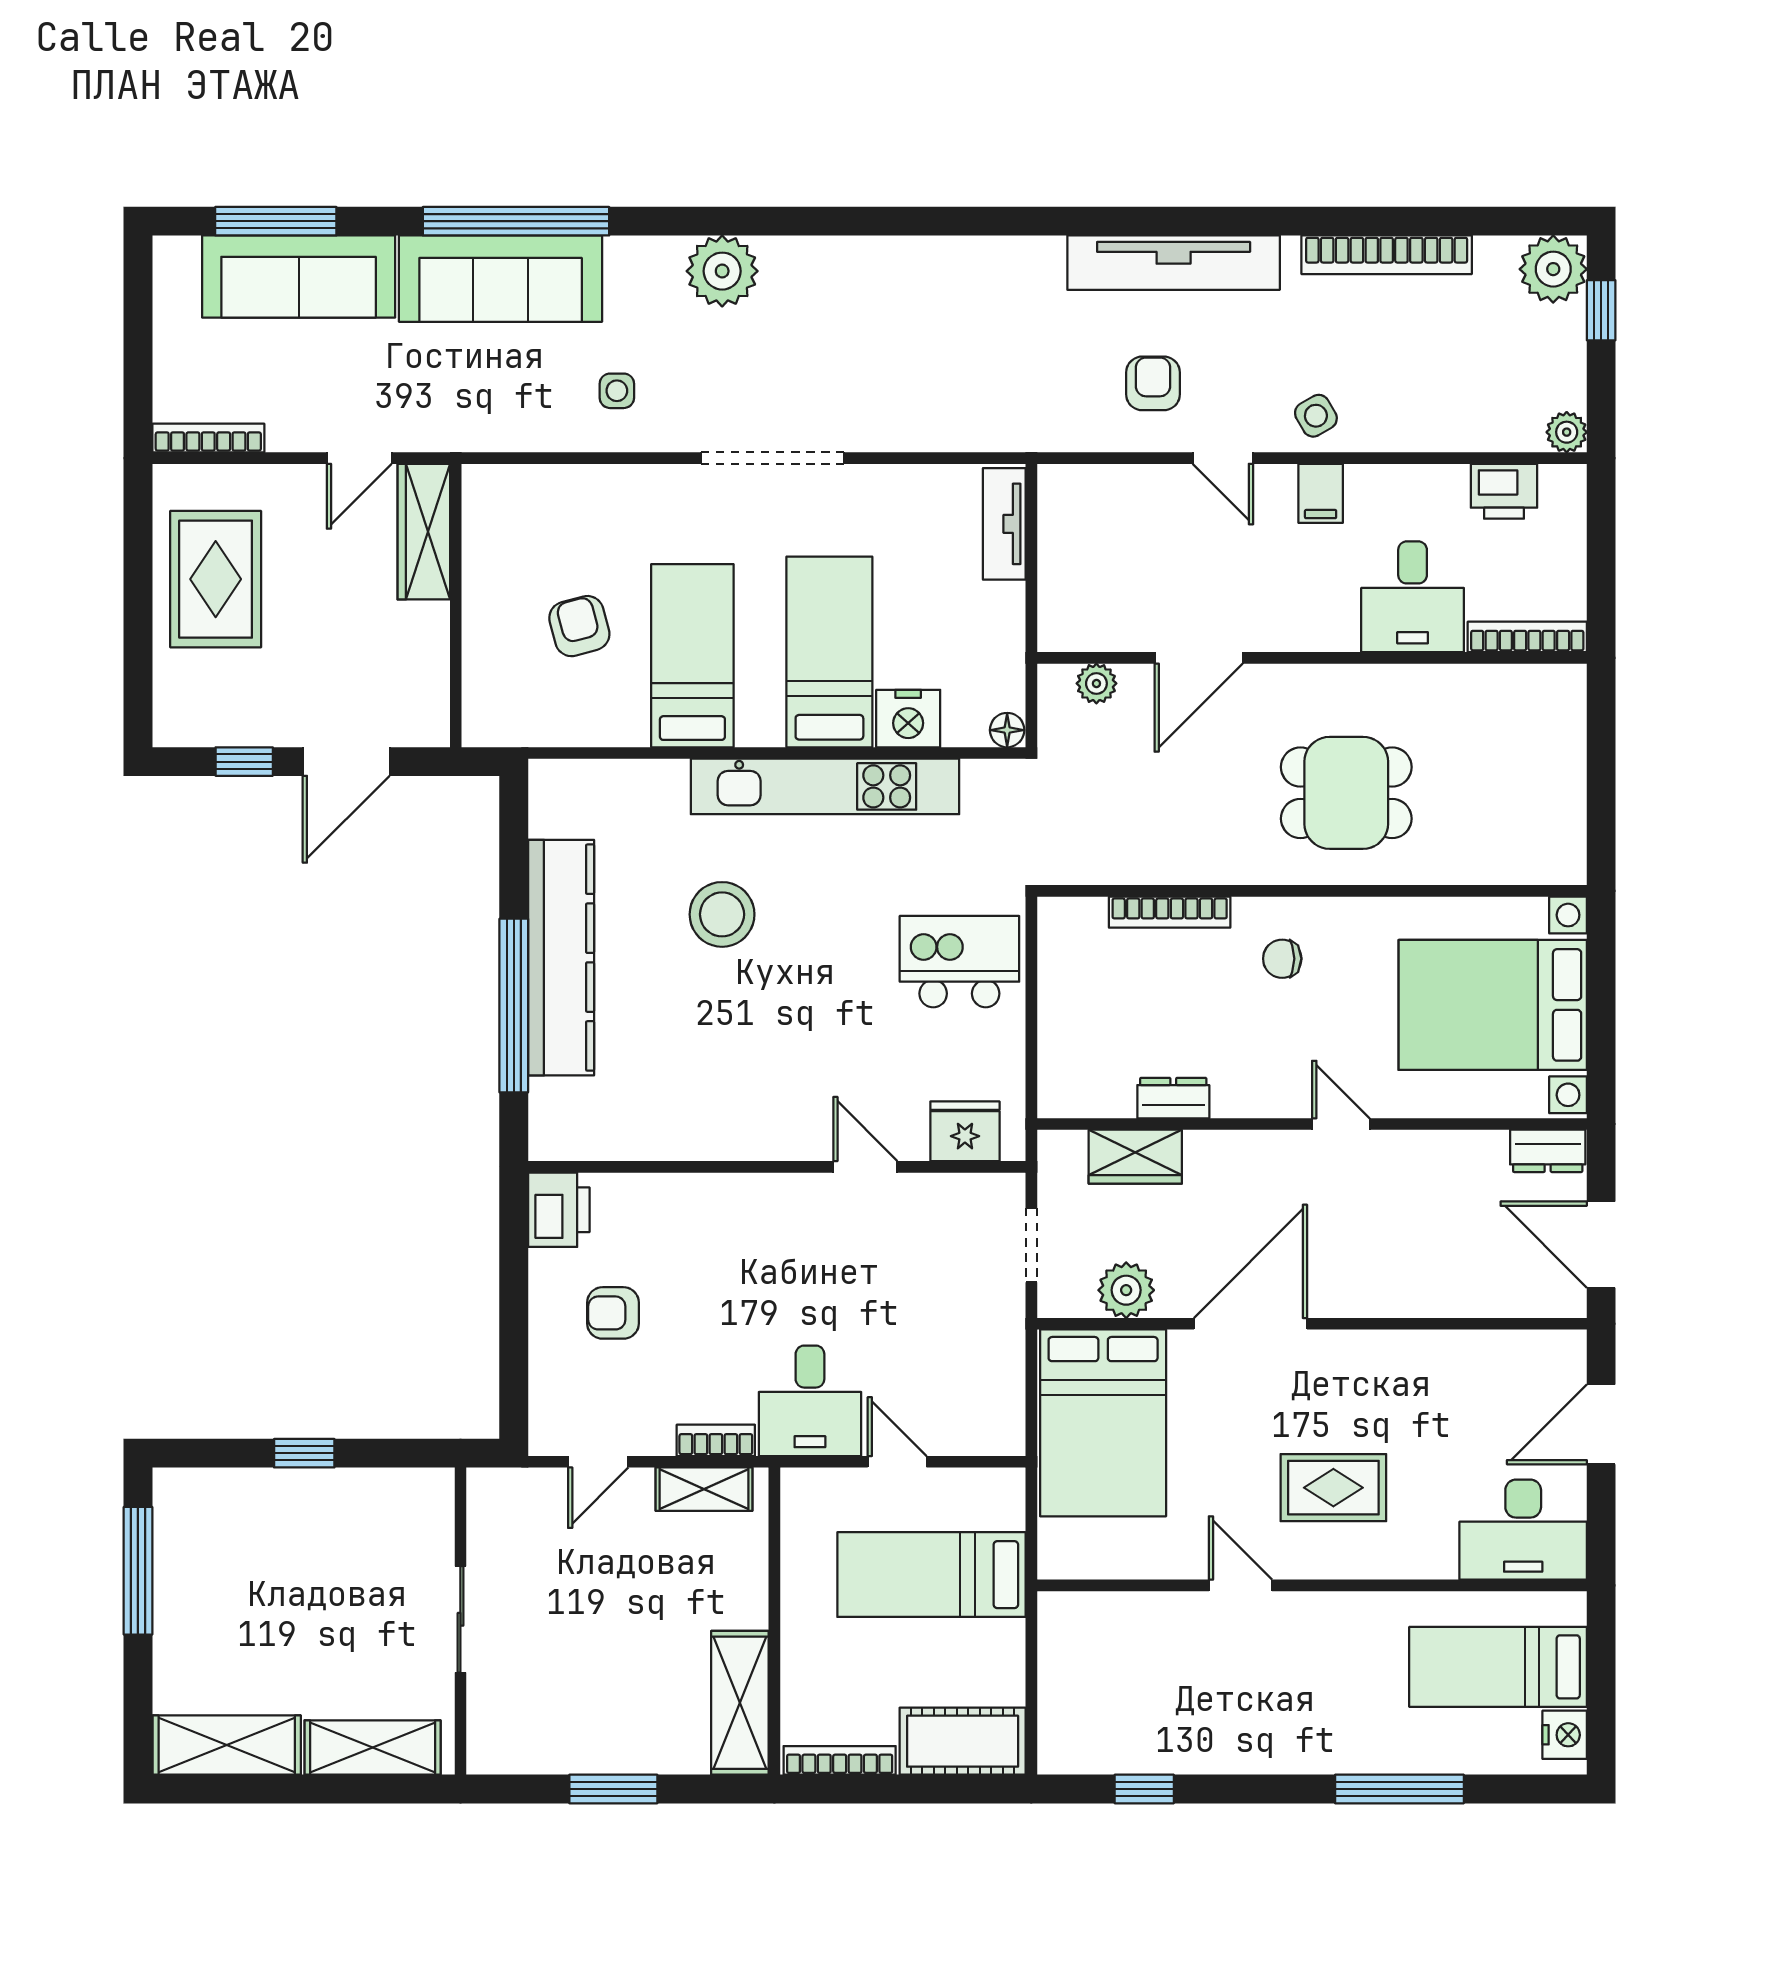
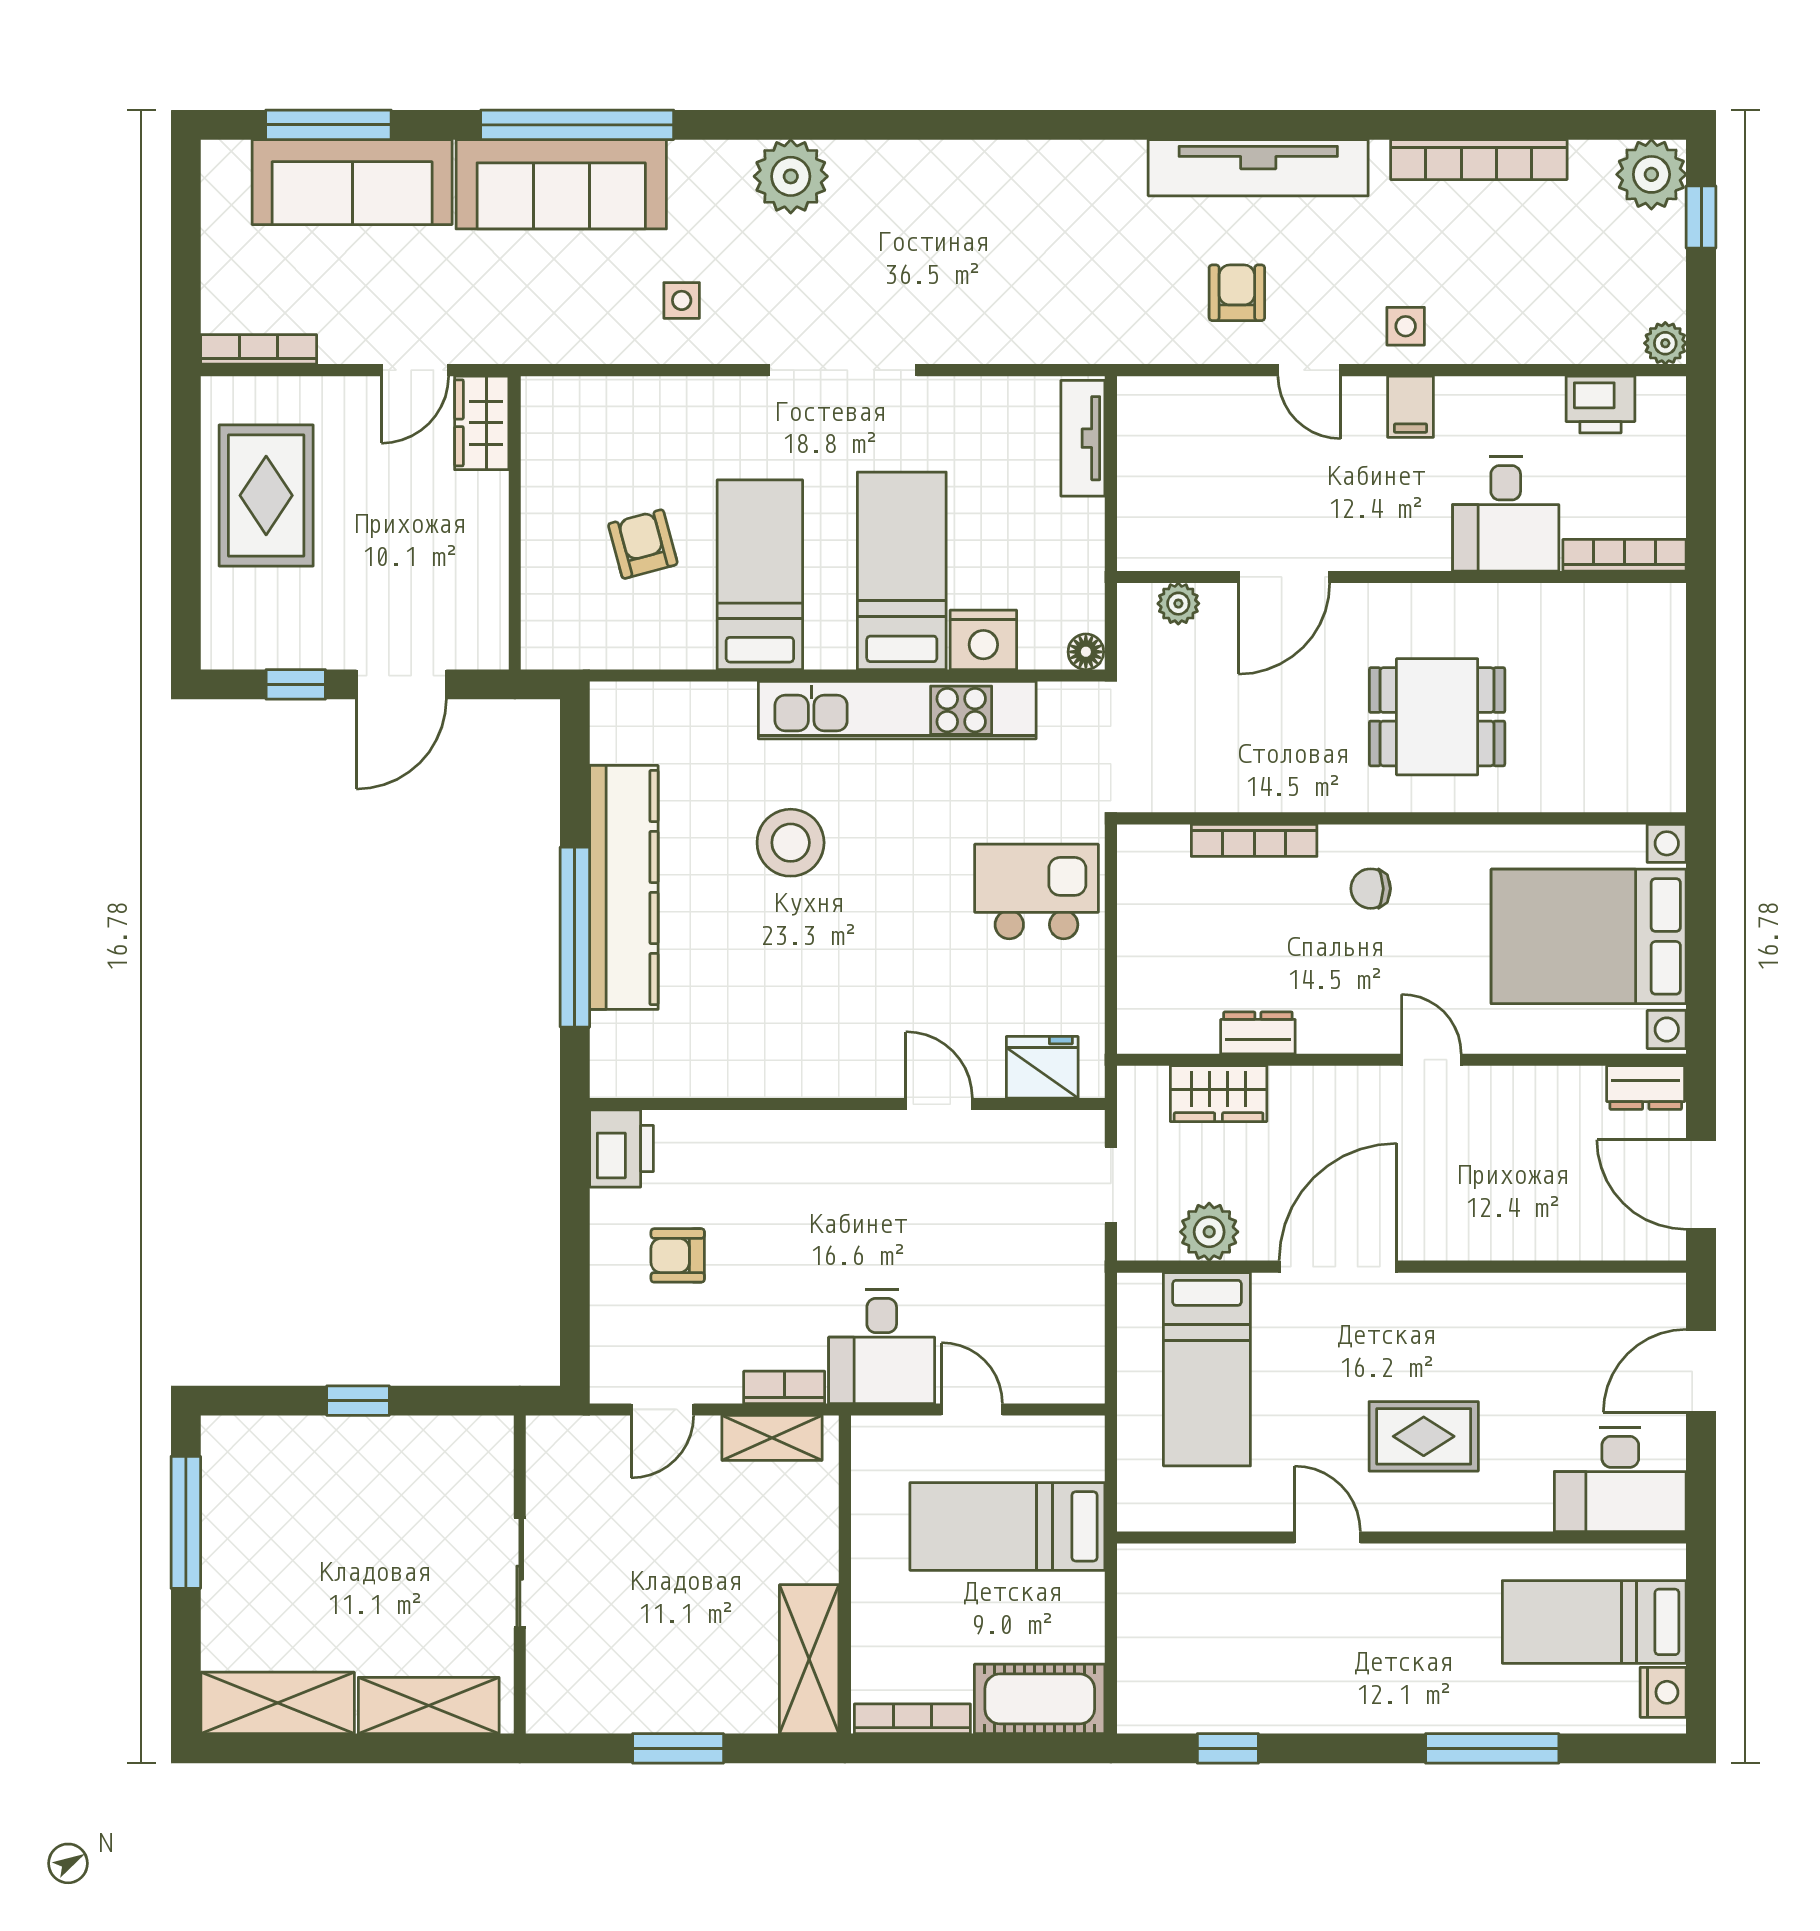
side table: (1316, 416) -> (1406, 326), turned 30
wardrobe: (424, 532) -> (482, 423), width x0.67
bed: (1103, 1423) -> (1207, 1369), width x0.67

